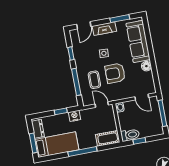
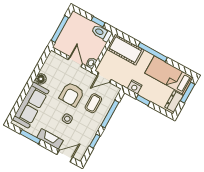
armchair: (115, 73) -> (72, 94), turned 90
door: (142, 97) -> (75, 62), moved
door: (102, 105) -> (104, 78), hinge flipped
cot: (108, 138) -> (125, 50), width x1.37, depth x1.34

